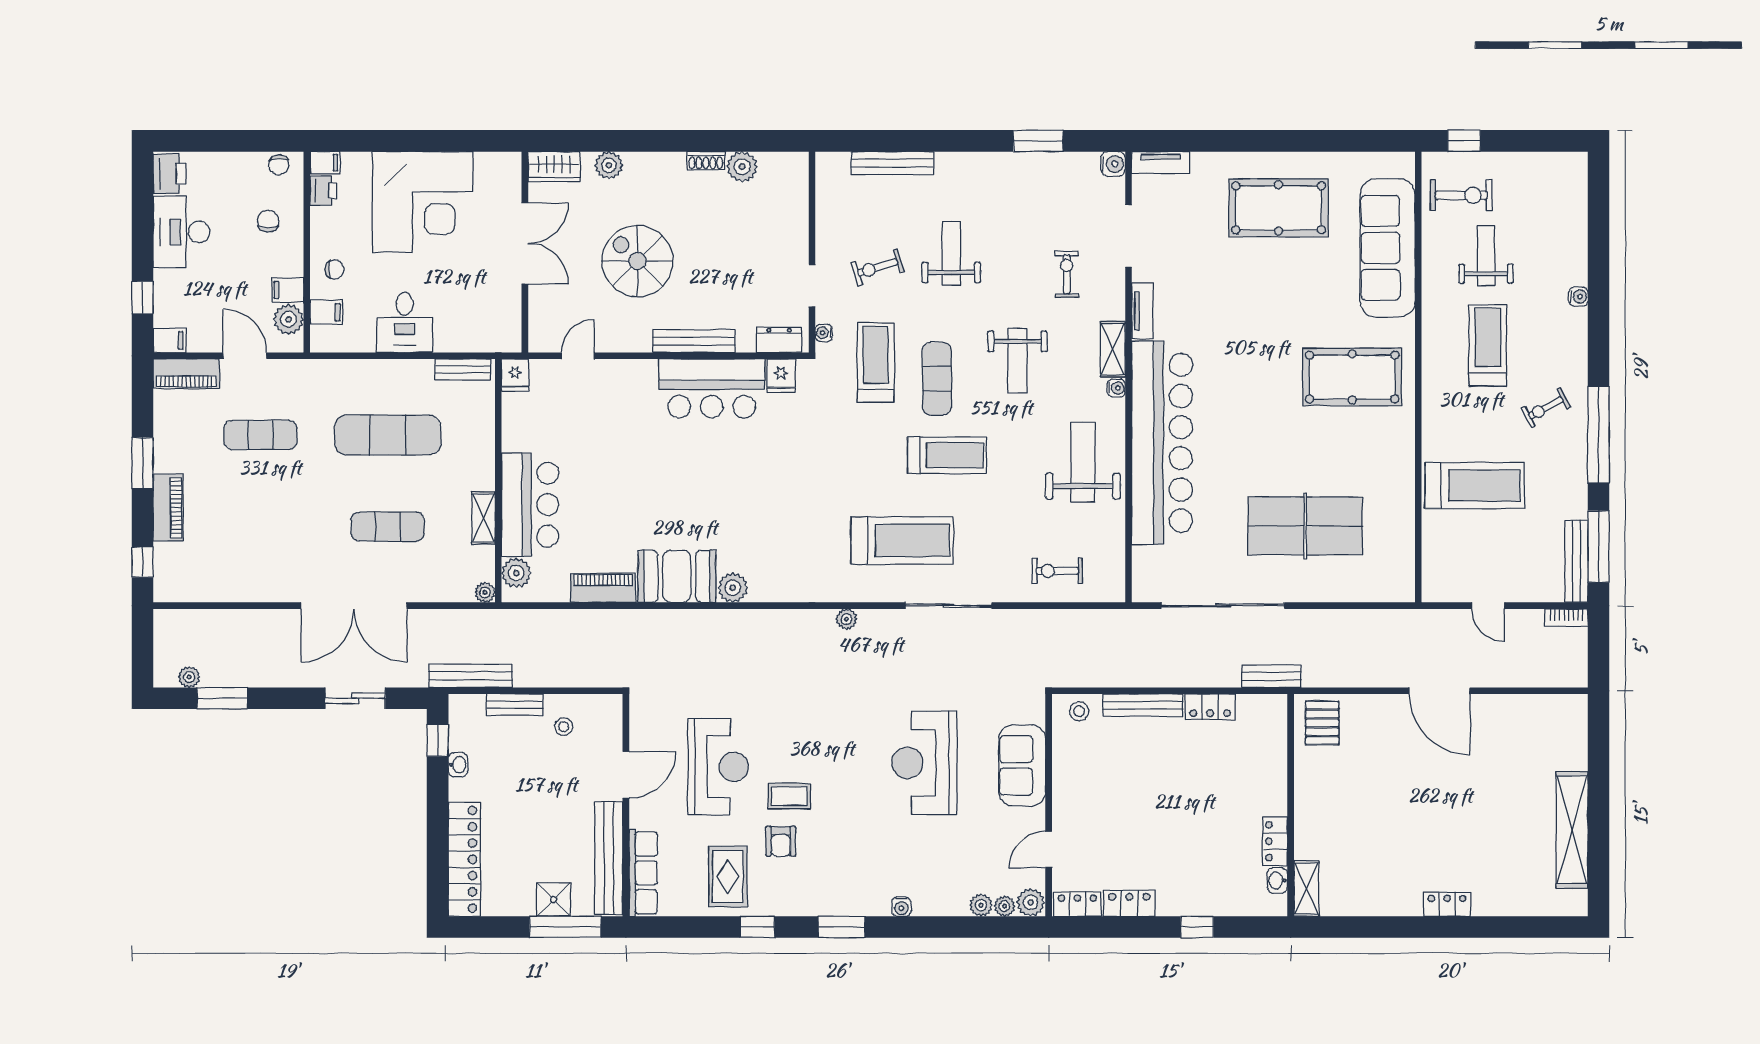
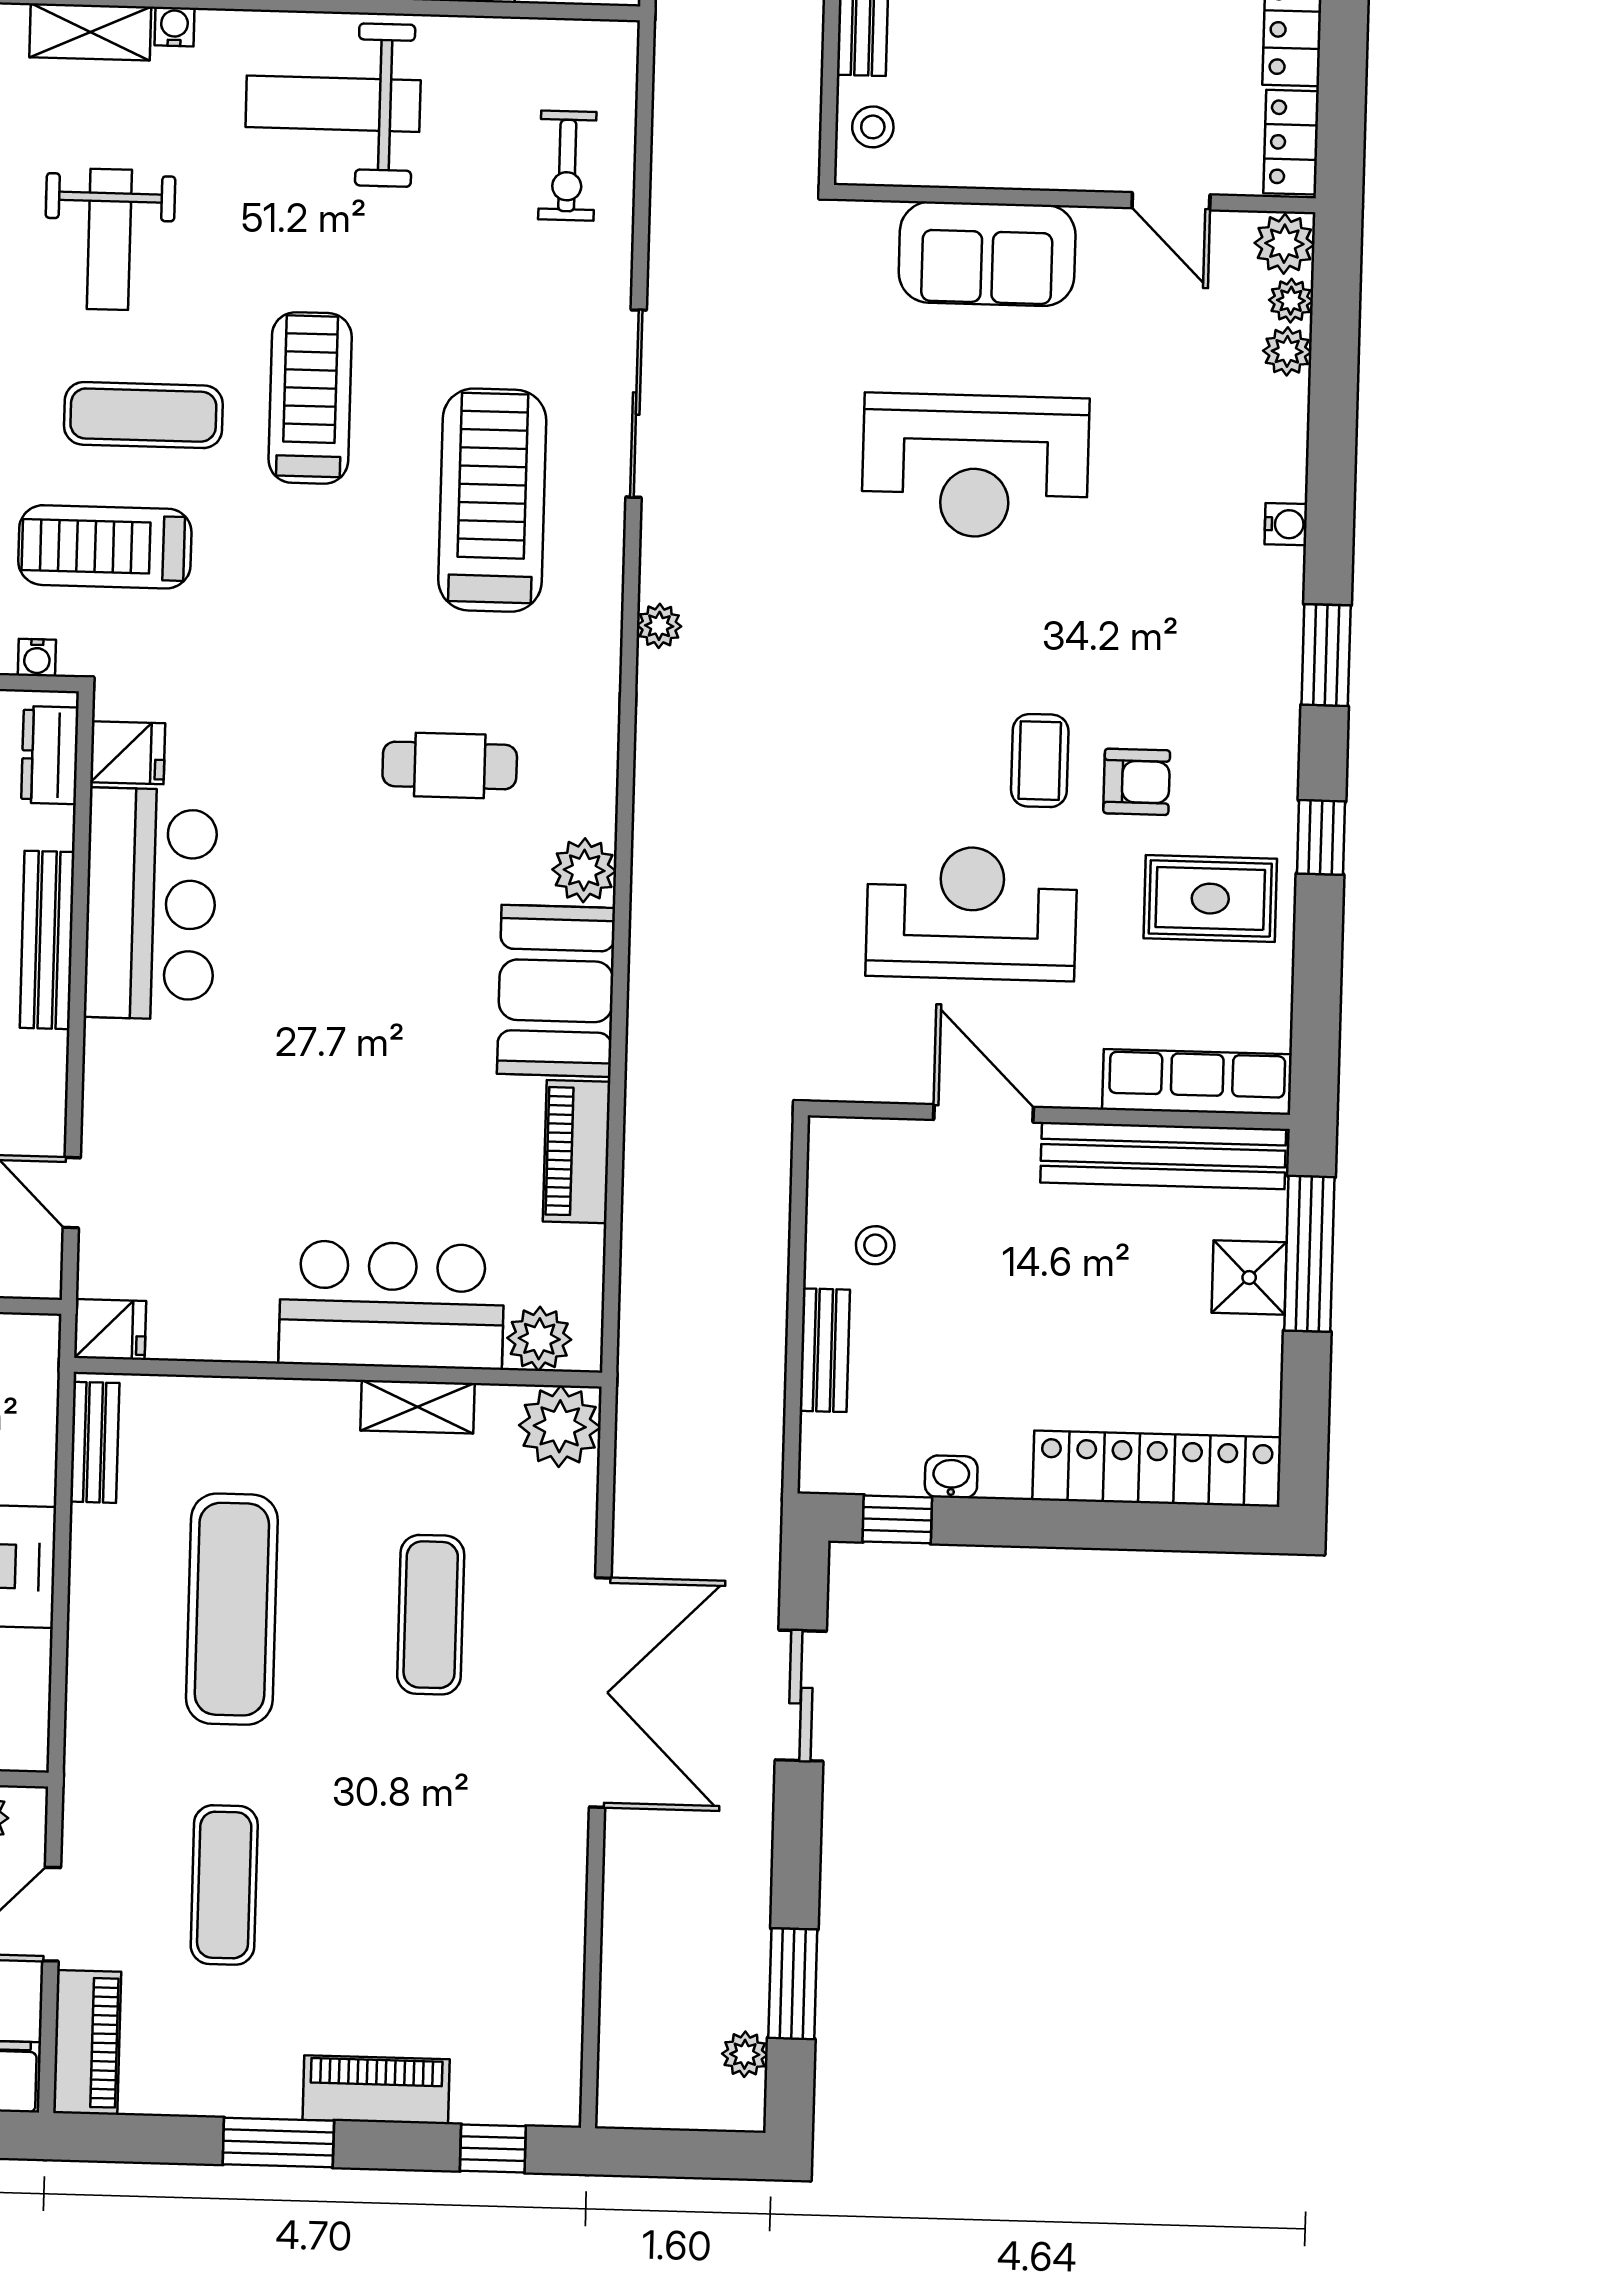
weight bench: (1017, 361) -> (109, 239), turned 90
cafe table: (779, 524) -> (450, 765), added
plant: (485, 592) -> (560, 1426), width x1.87, depth x1.87
bench: (471, 676) -> (759, 1444), removed

